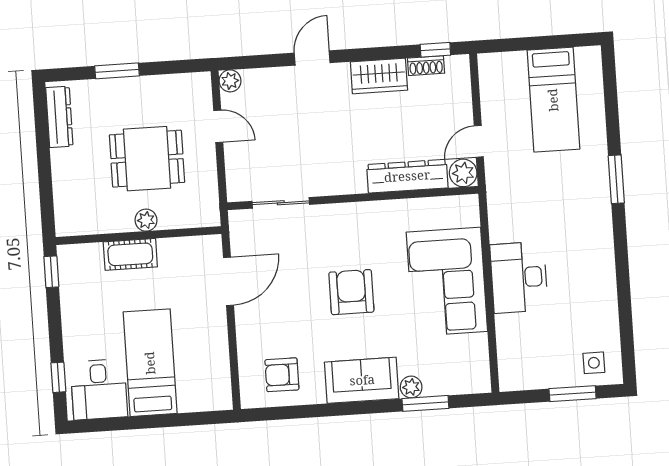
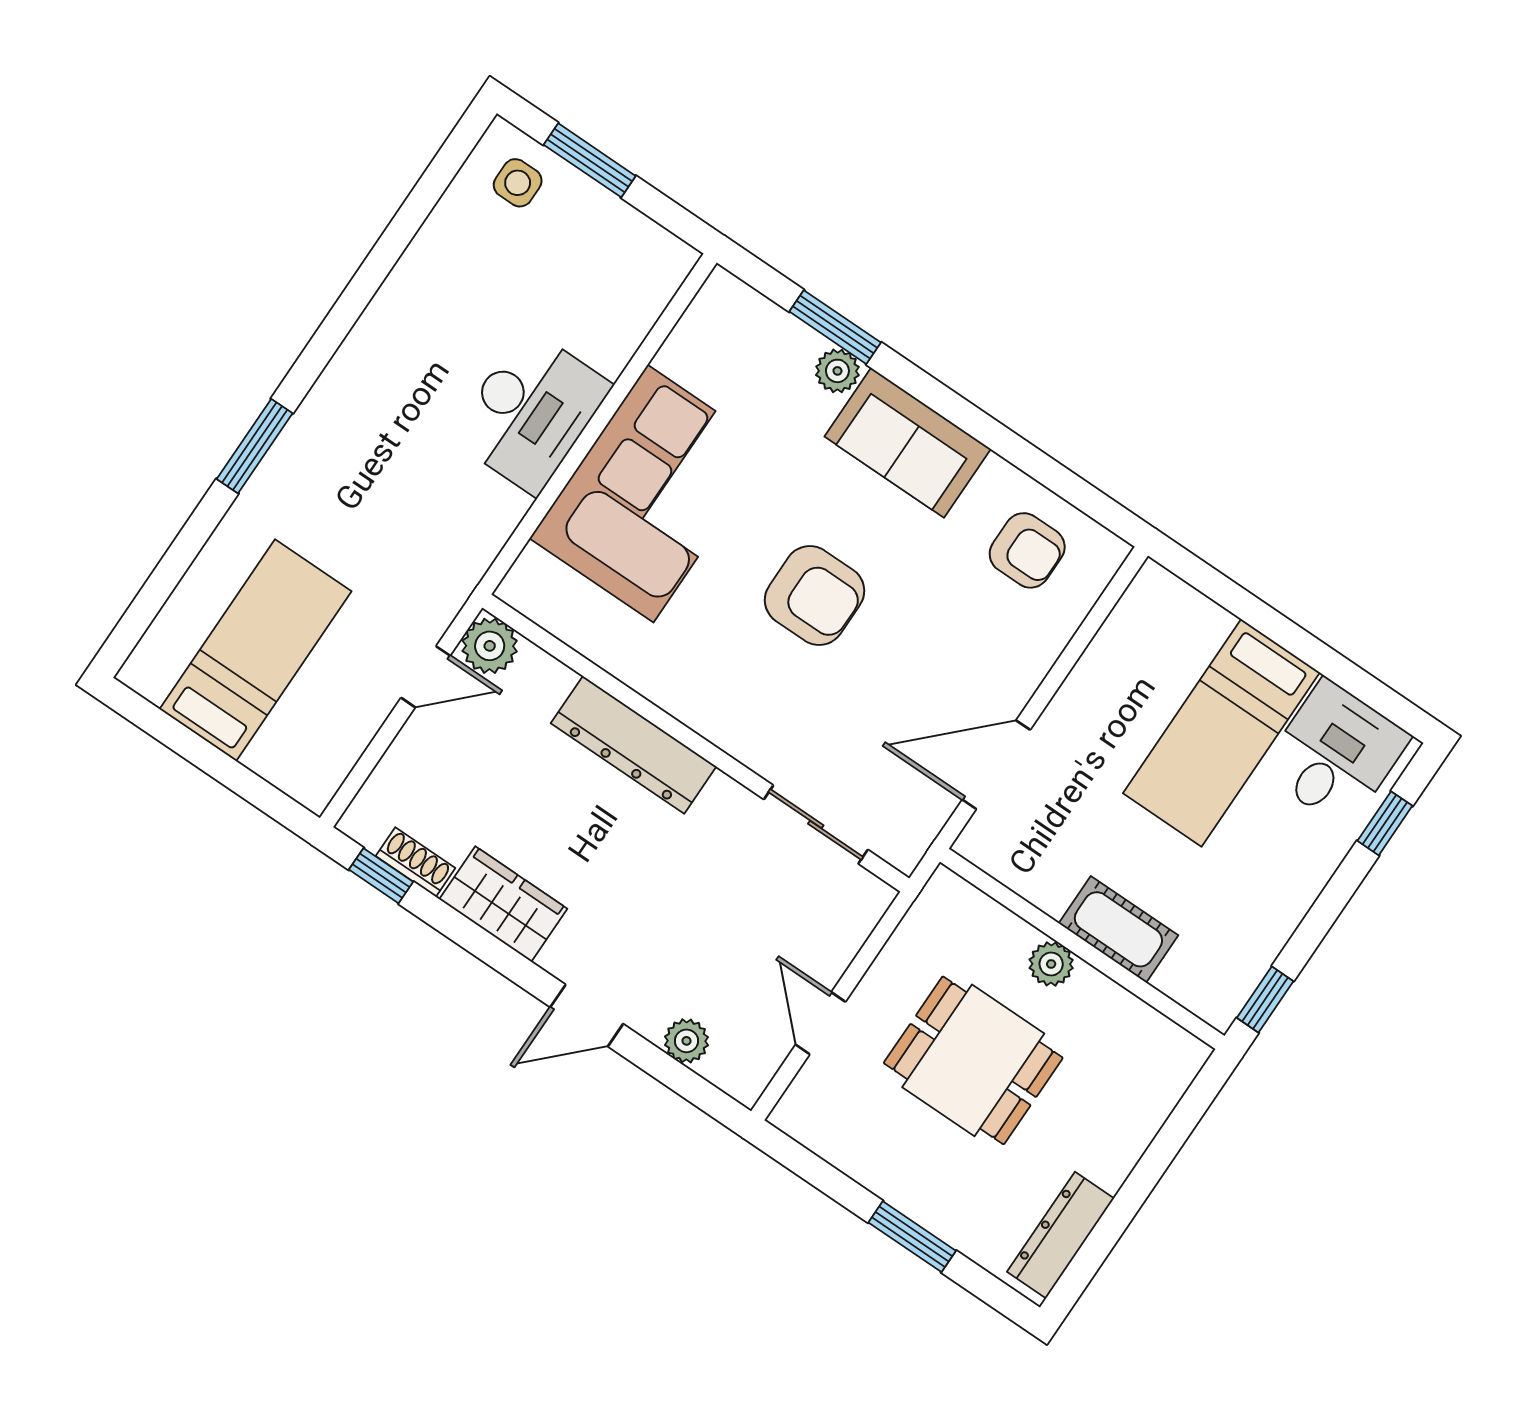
plant: (230, 81) -> (687, 1041), moved
dresser: (407, 176) -> (634, 745), moved
armchair: (351, 292) -> (815, 595), turned -90

